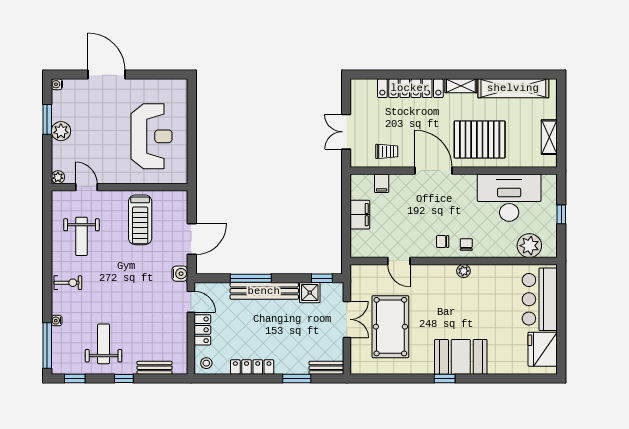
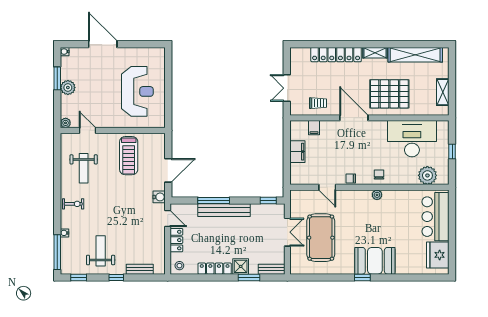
chair: (443, 242) -> (351, 178), moved
shower: (310, 293) -> (241, 266), moved

